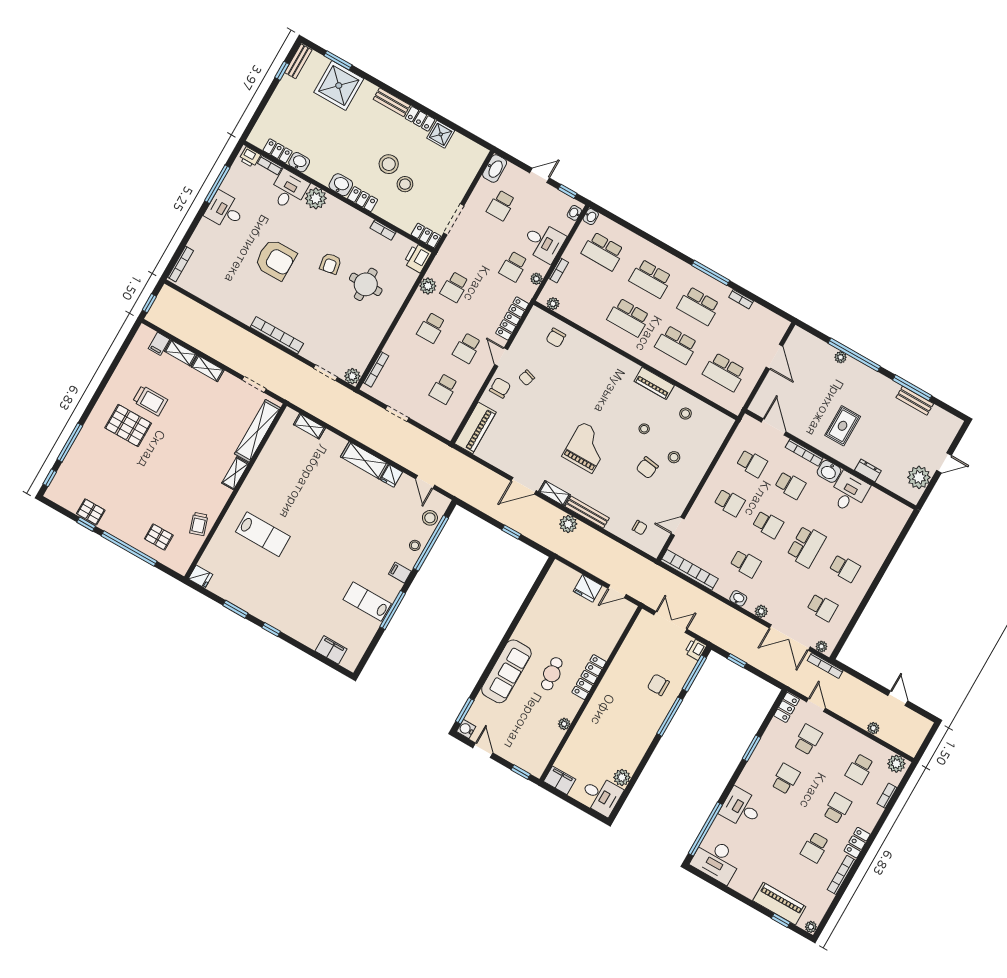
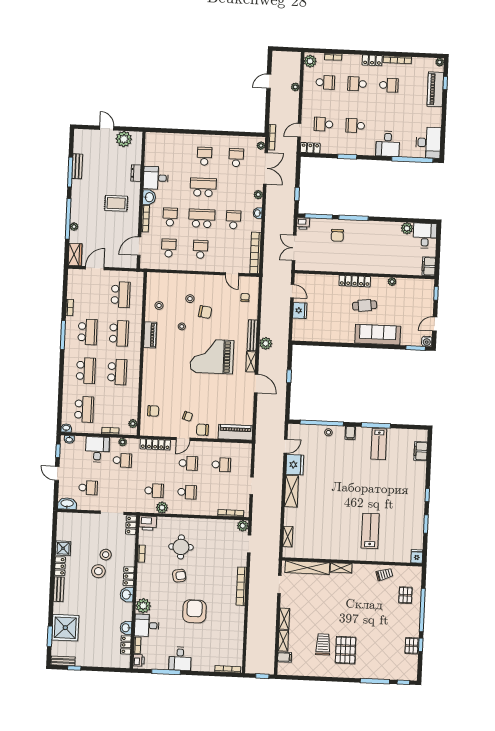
wardrobe: (804, 340) -> (75, 255), added
grand piano: (587, 447) -> (212, 356), width x1.37, depth x1.48
fridge: (391, 476) -> (295, 465), width x1.88, depth x1.34
stool: (430, 518) -> (306, 432), removed
school desk: (768, 524) -> (202, 218), width x1.85

